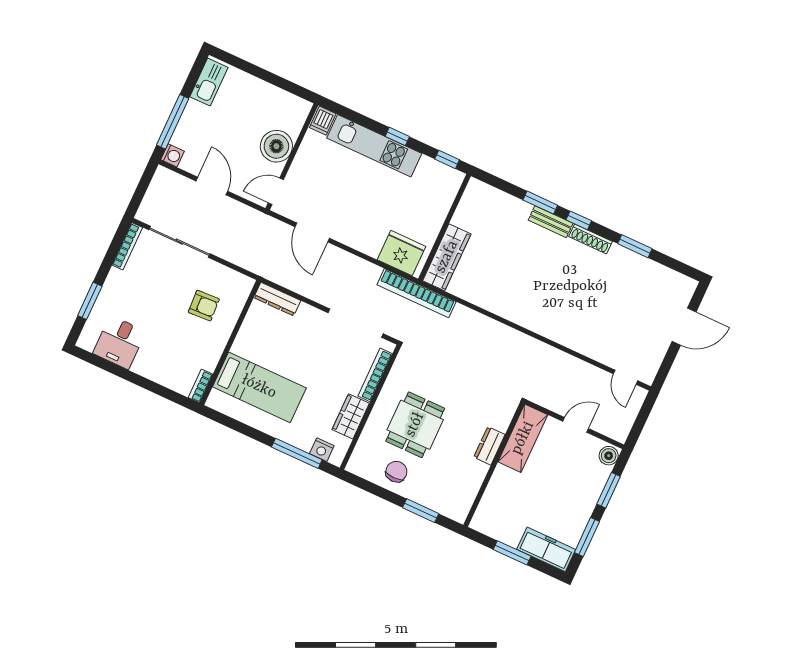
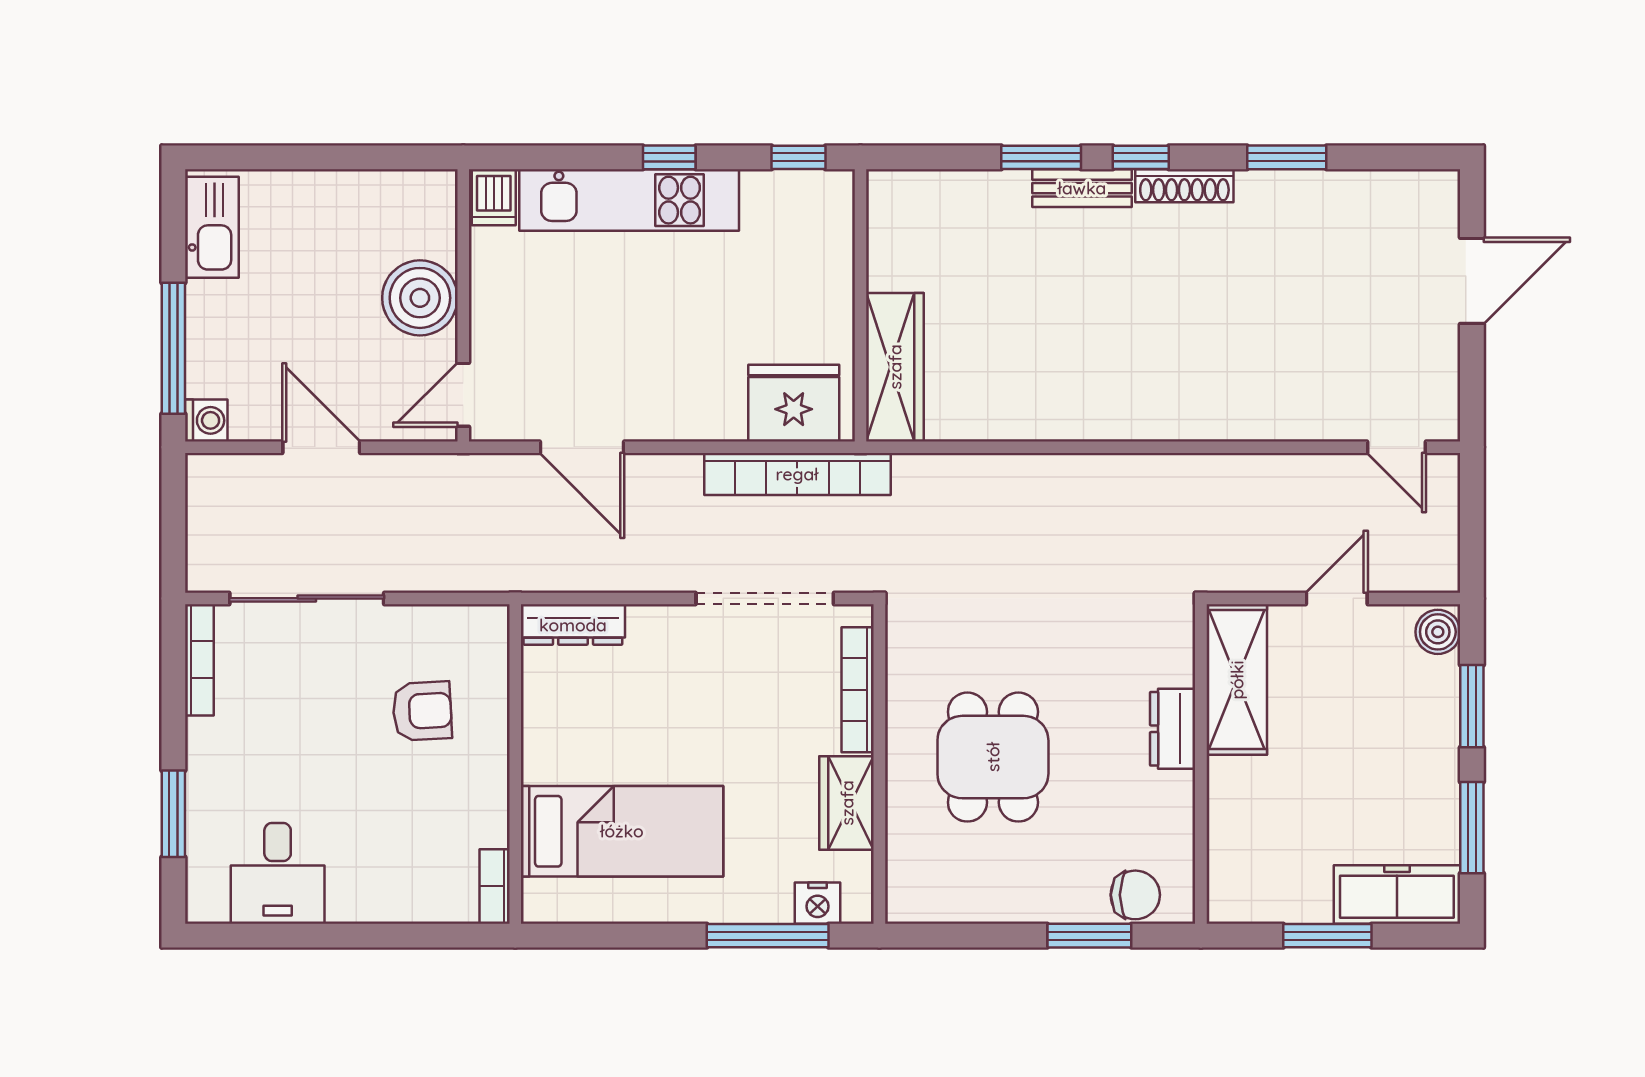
bookcase: (417, 293) -> (797, 474), moved
chair: (396, 472) -> (1135, 895), moved, turned 90

